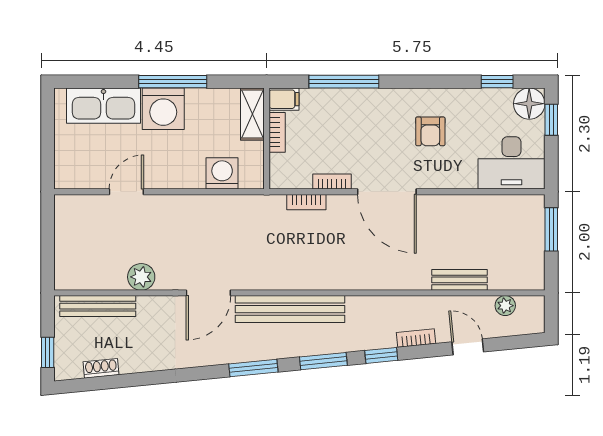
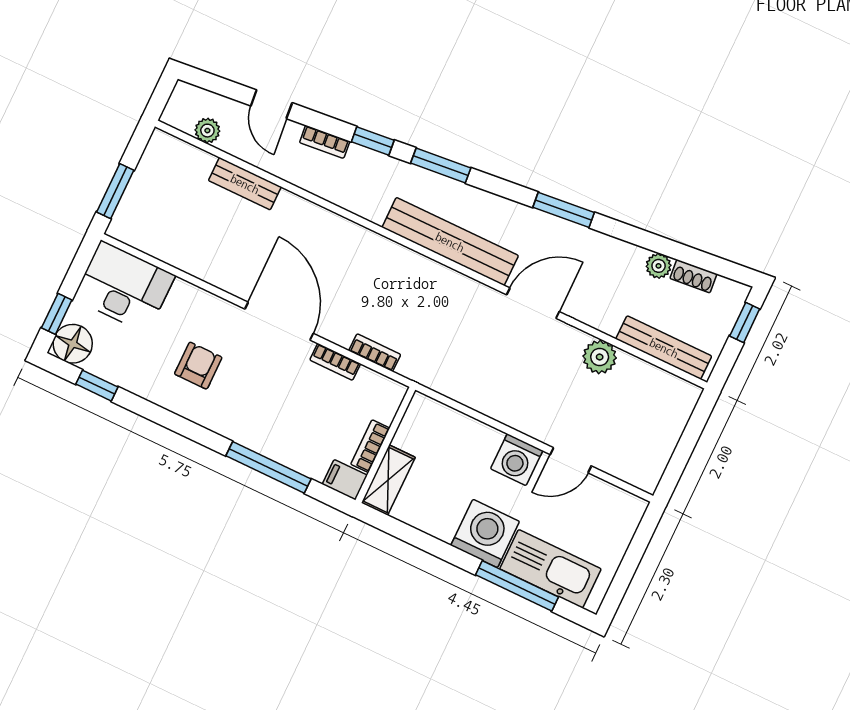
window: (173, 82) -> (517, 586), moved
washing machine: (222, 173) -> (517, 460), moved
plant: (130, 364) -> (659, 266), added
window: (253, 368) -> (564, 210), moved

